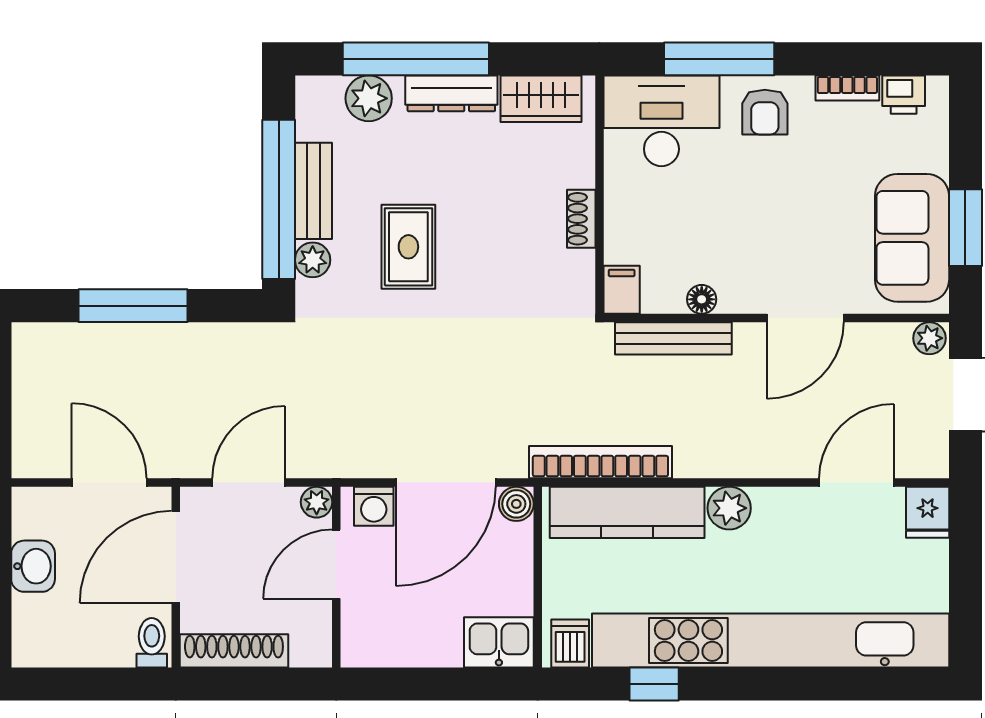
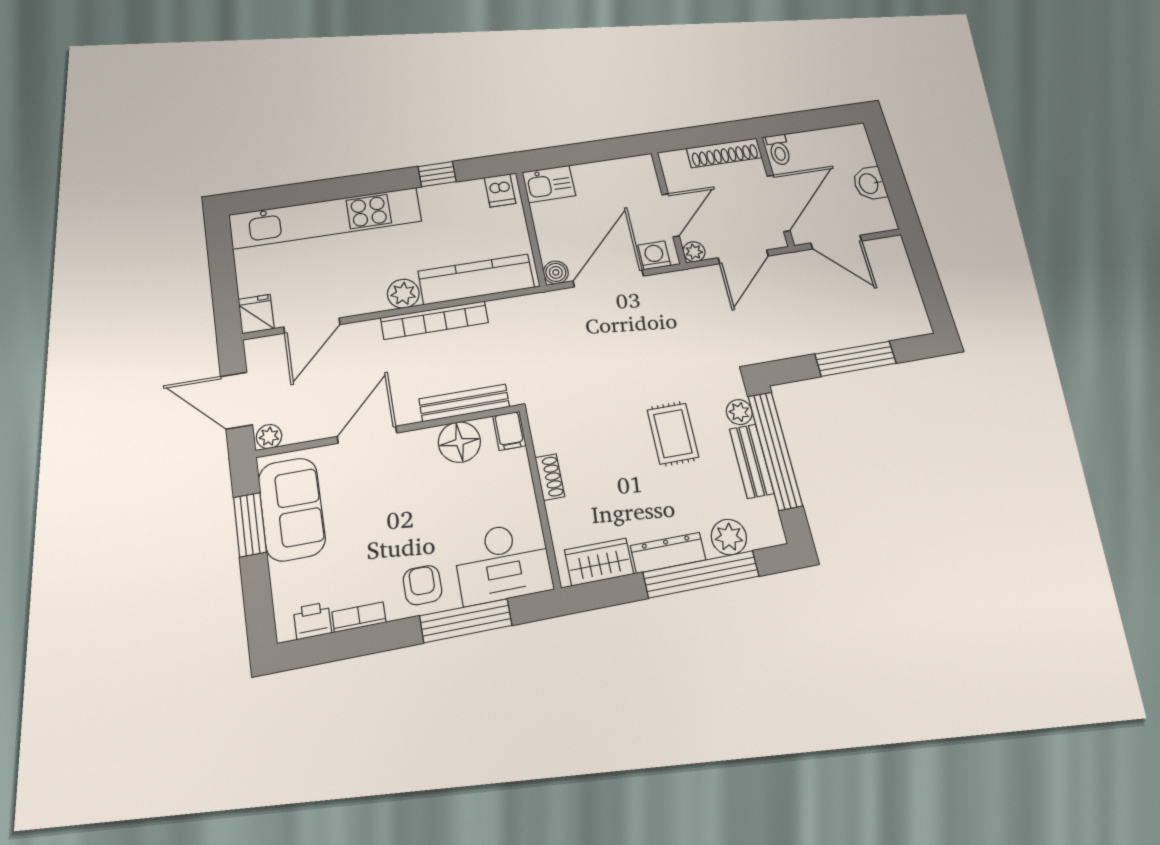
floor lamp: (702, 299) -> (459, 442), width x1.89, depth x1.89
bookcase: (600, 462) -> (435, 320), moved
kitchen unit: (771, 641) -> (326, 218), width x0.73

